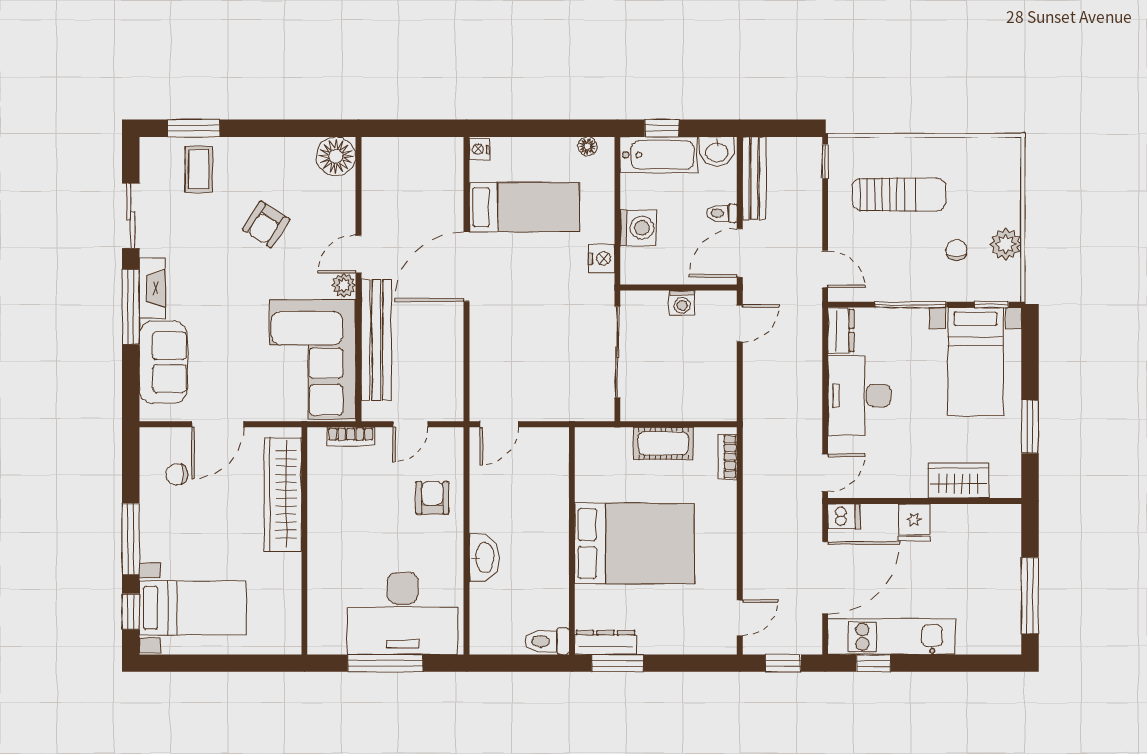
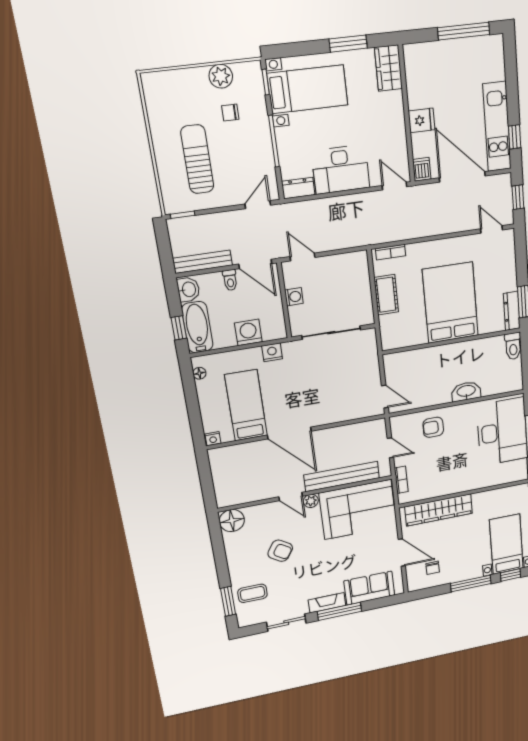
wardrobe: (958, 481) -> (388, 68), moved

